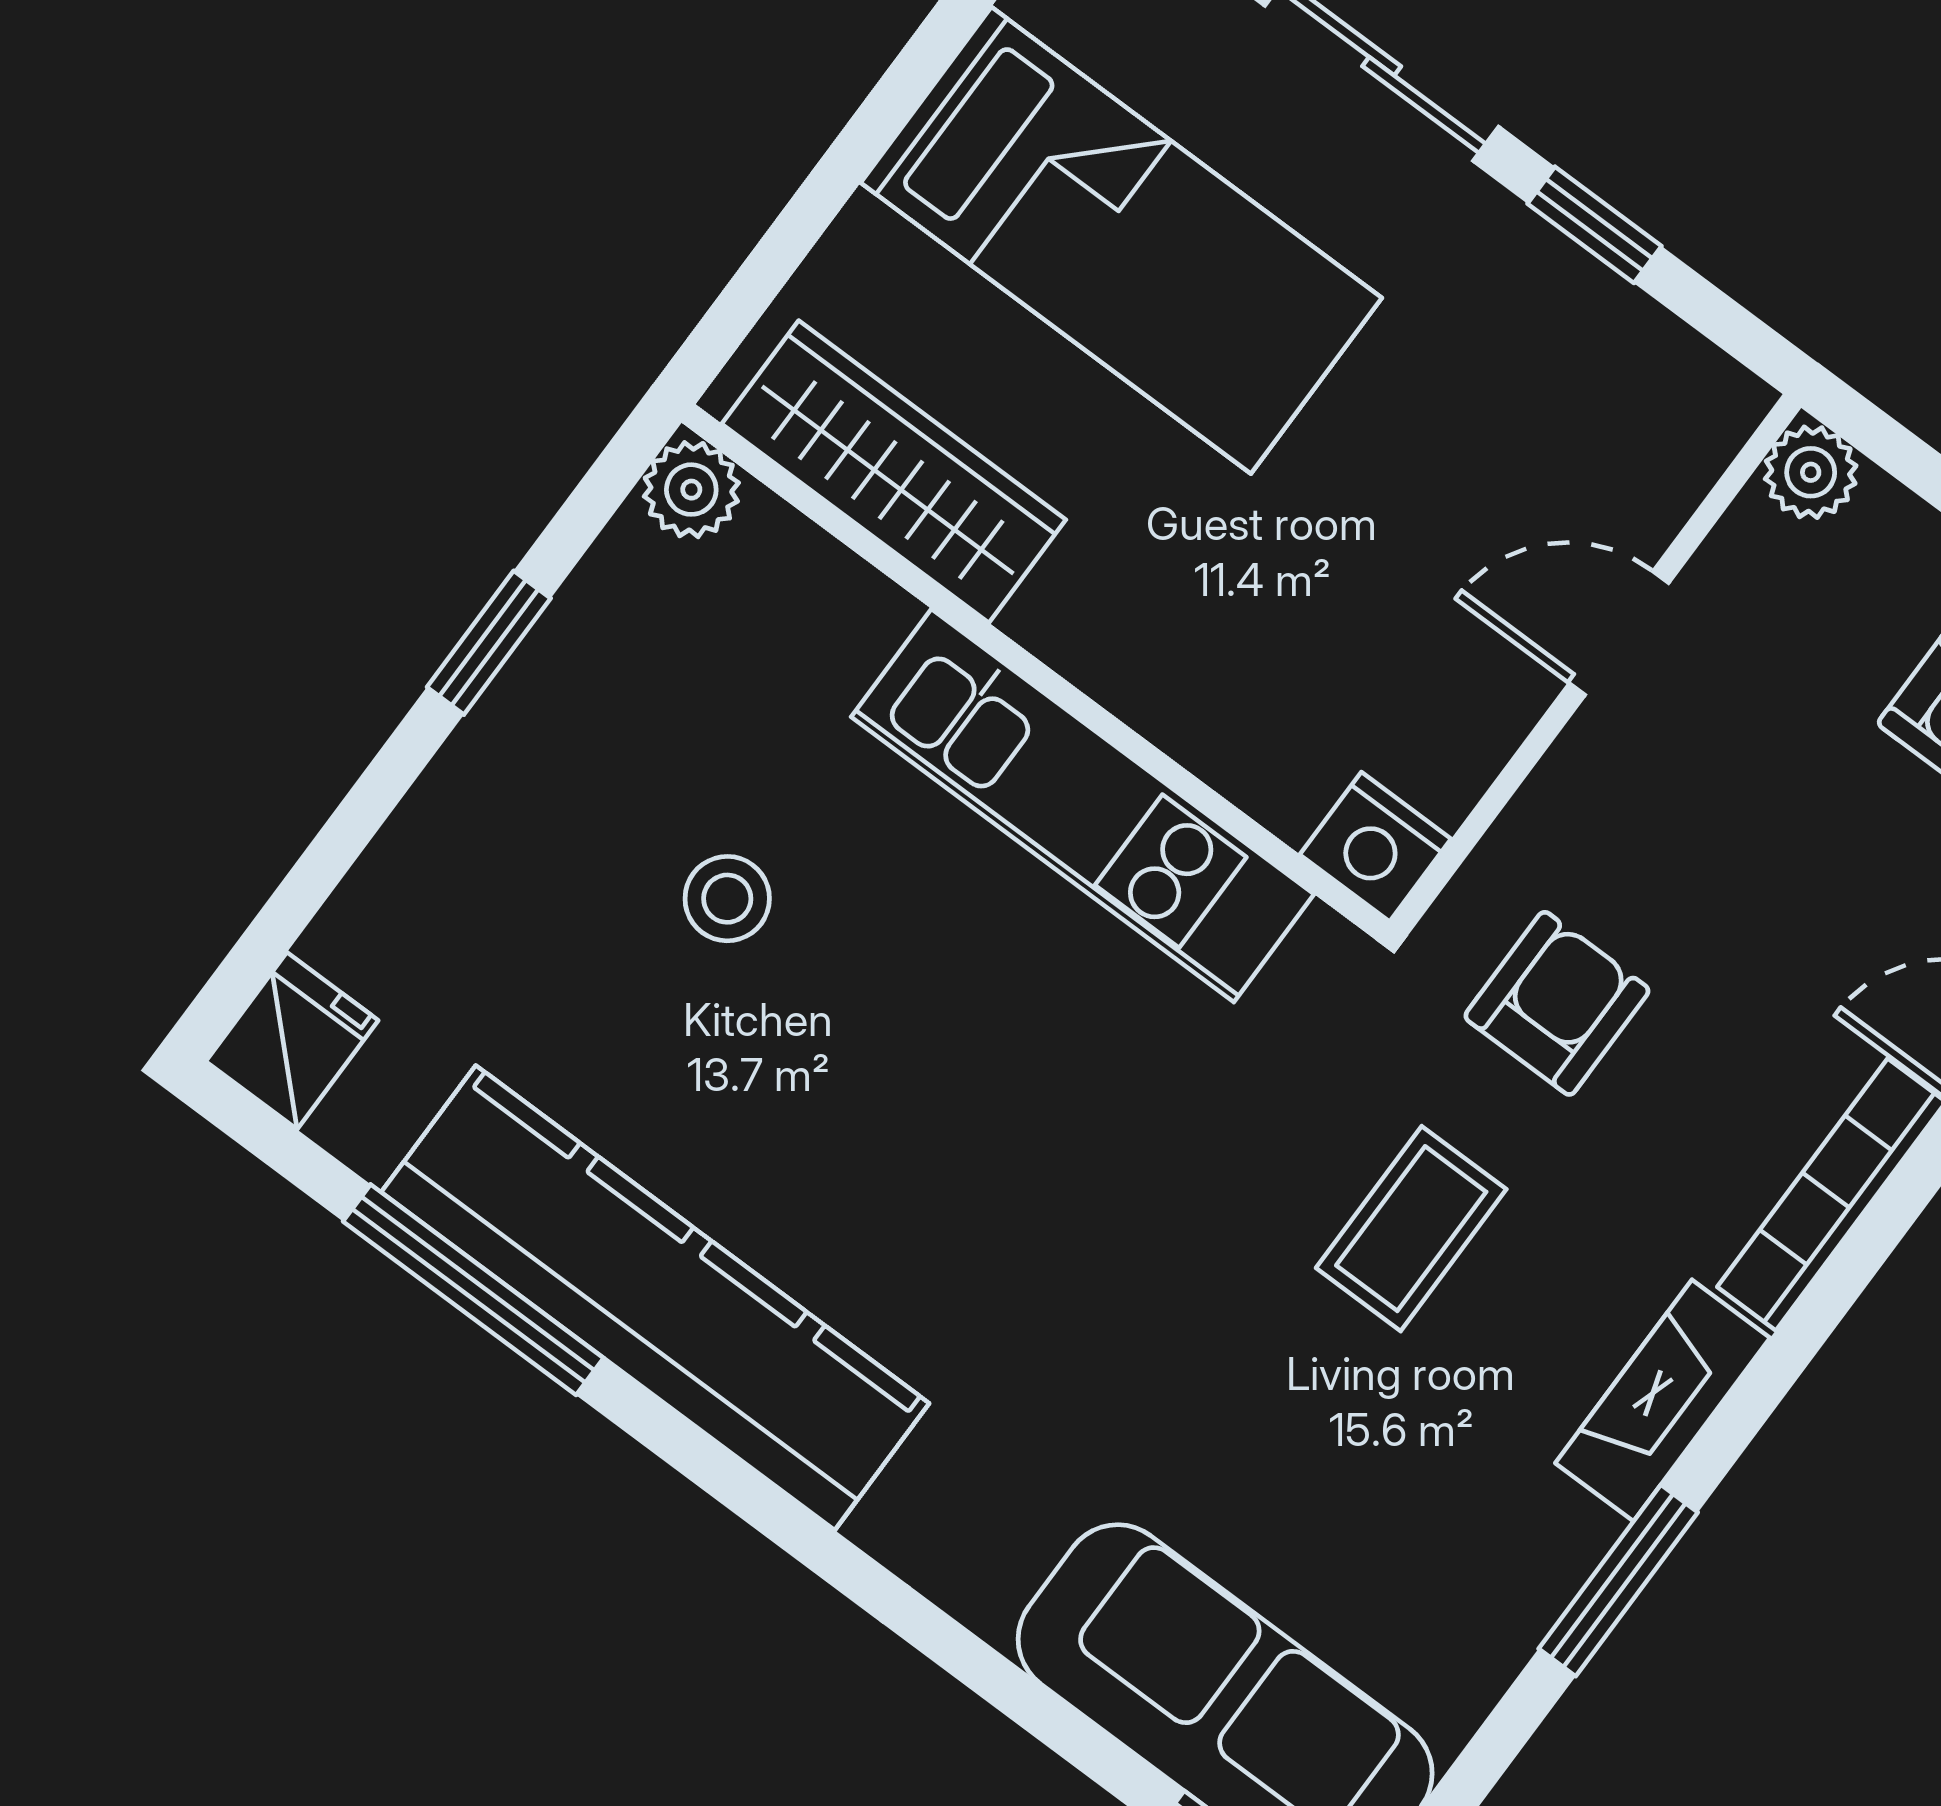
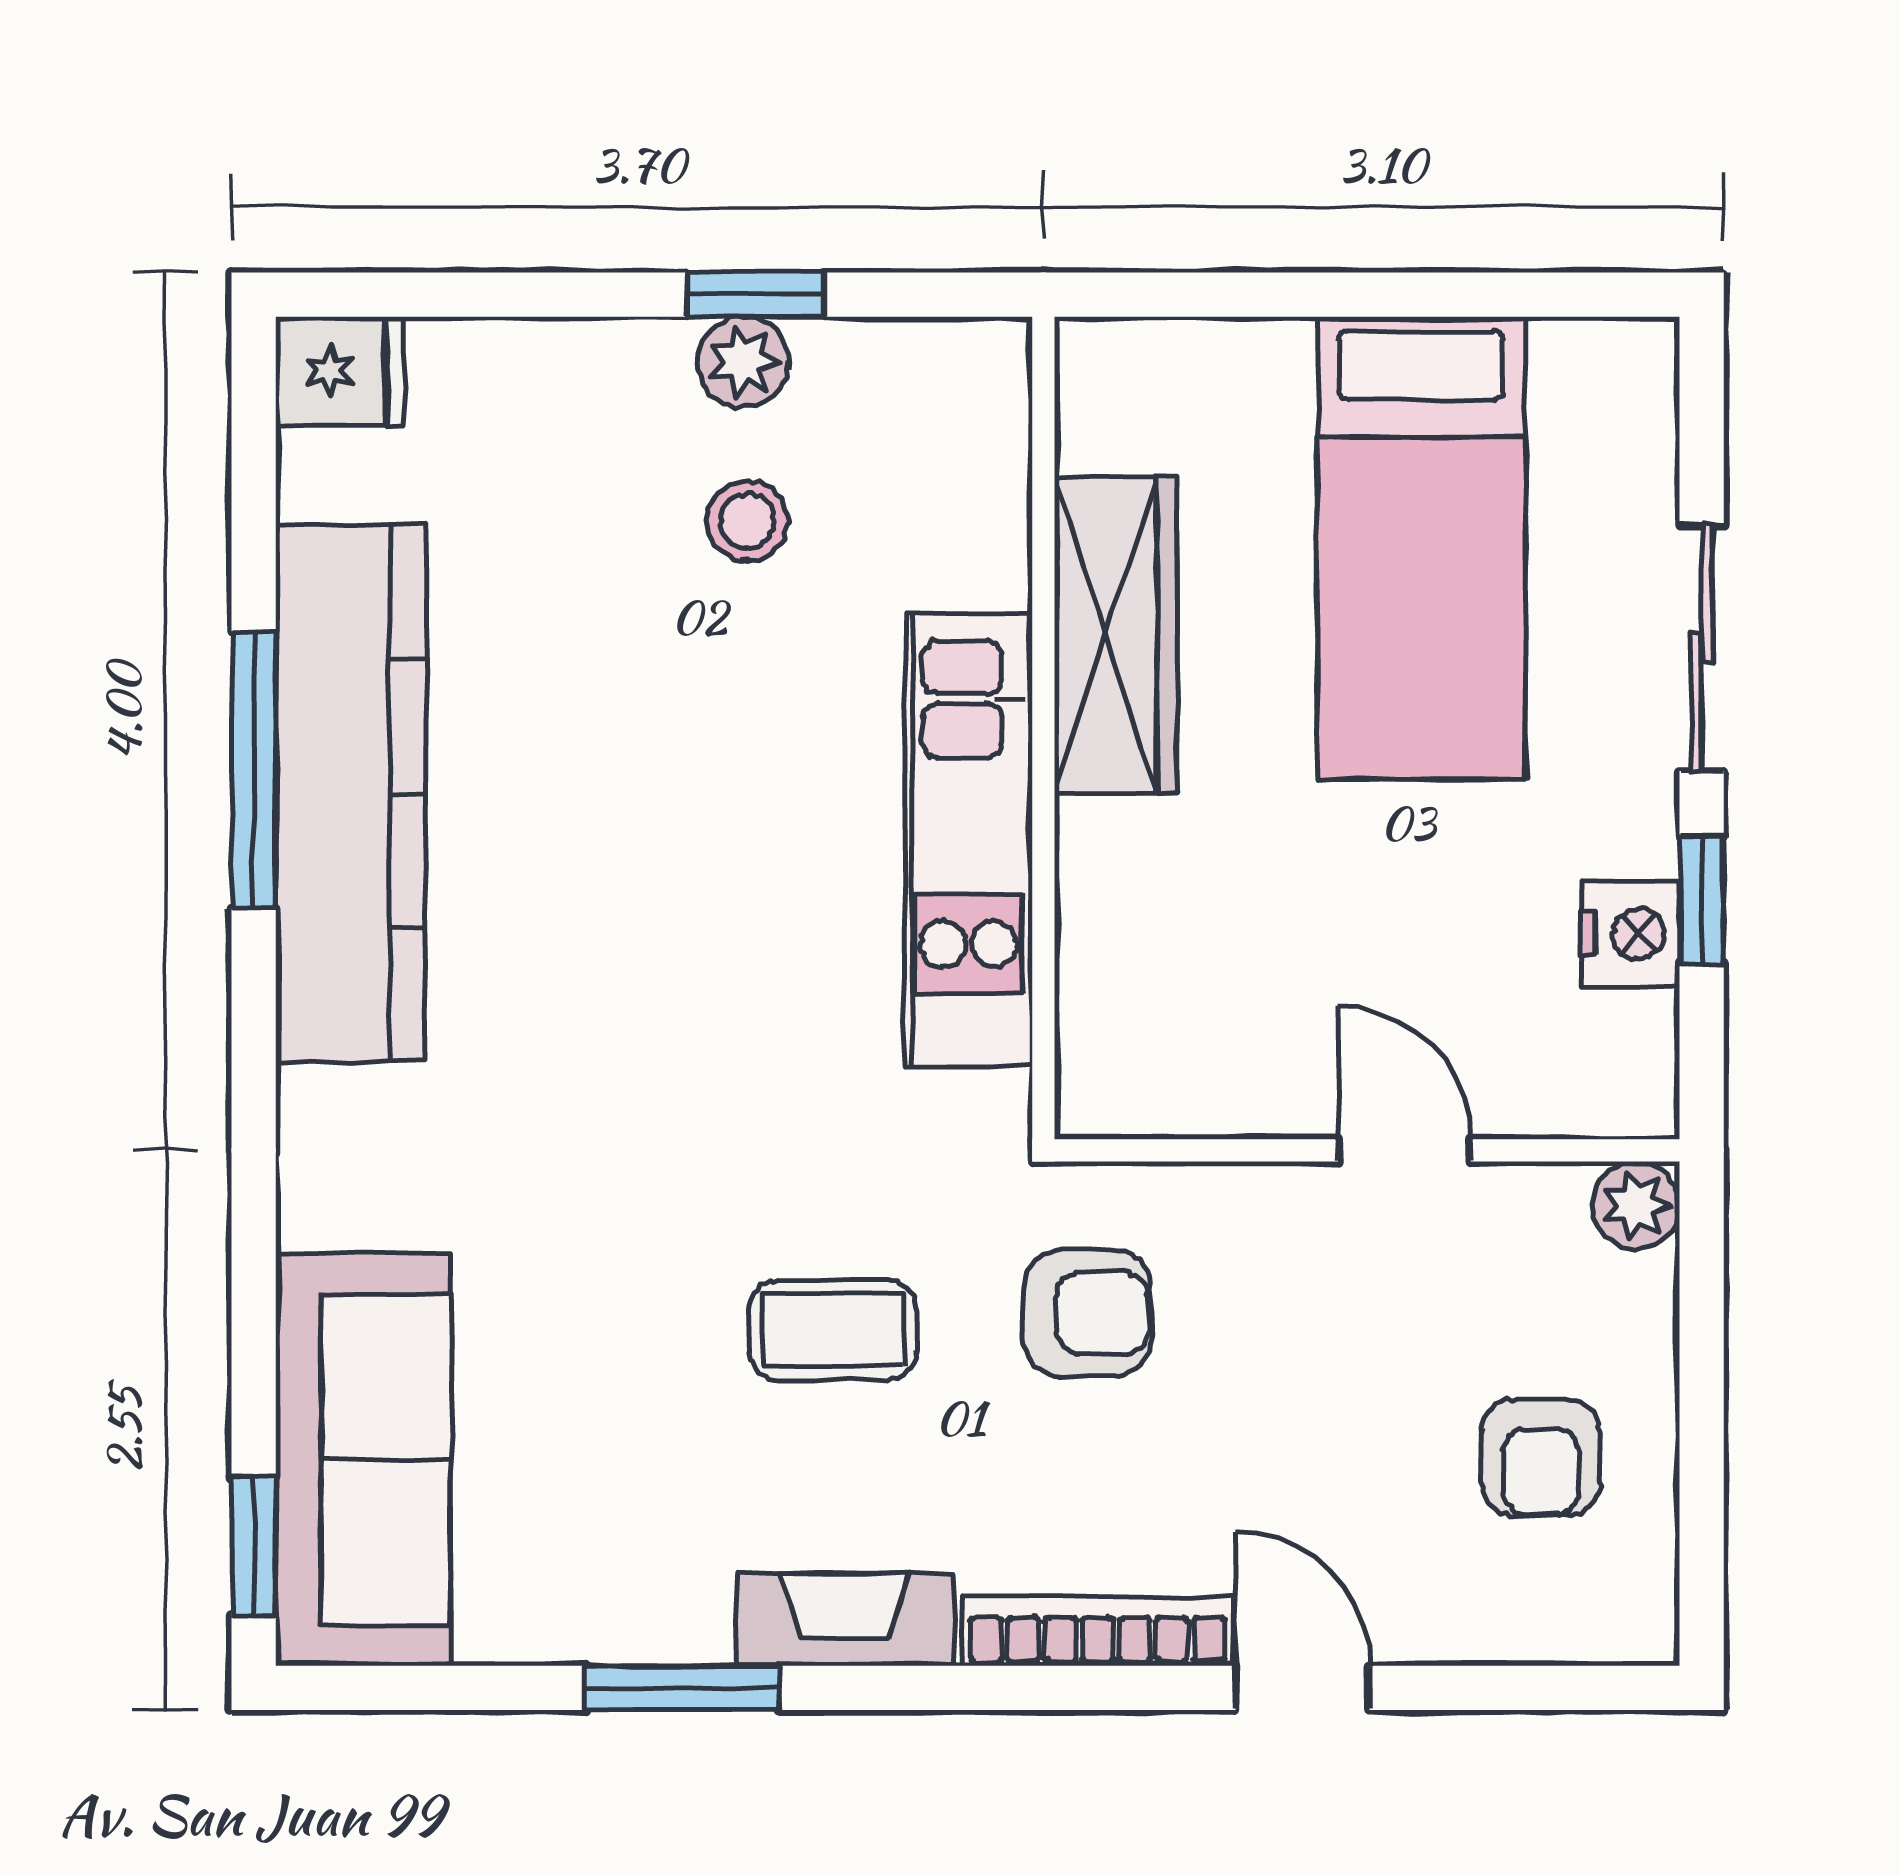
wardrobe: (894, 472) -> (1116, 635), moved
plant: (691, 490) -> (743, 362), moved
nightstand: (1375, 847) -> (1631, 934), moved, turned 180
stool: (727, 899) -> (747, 521), moved
window: (473, 1290) -> (254, 770), moved

